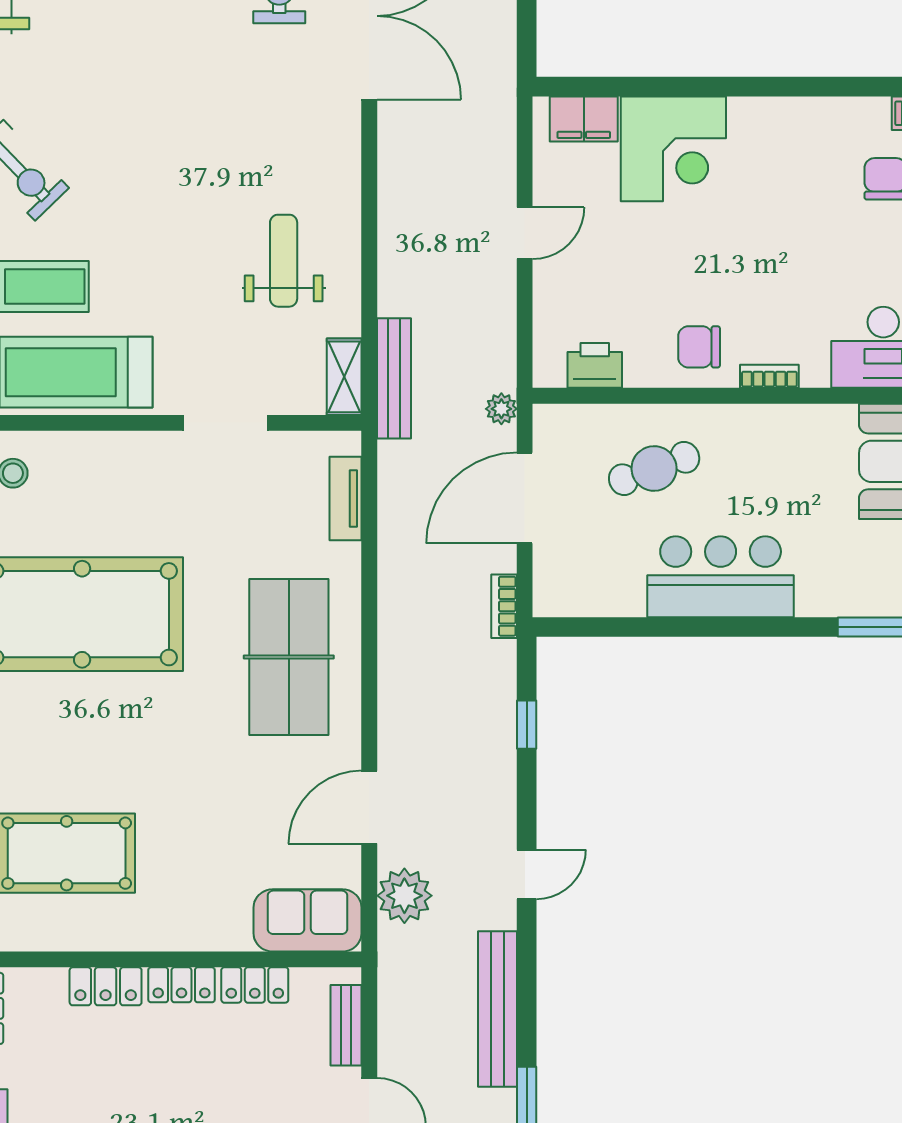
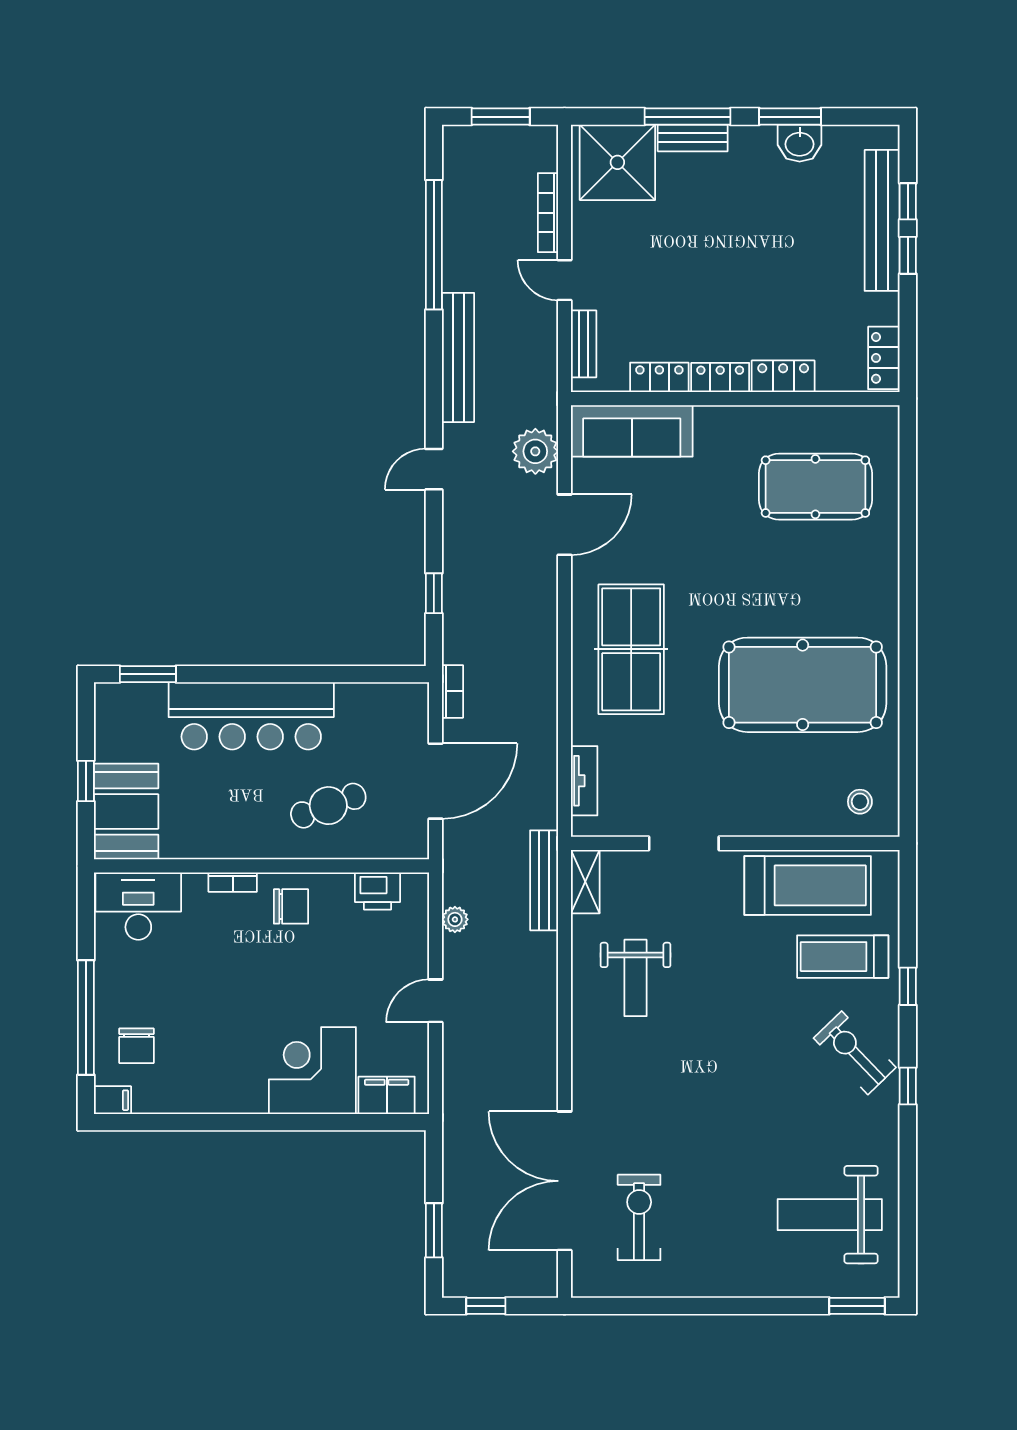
plant: (501, 409) -> (455, 919), moved
bar counter: (721, 577) -> (251, 716), width x1.36
sofa: (308, 920) -> (632, 431), width x1.36

